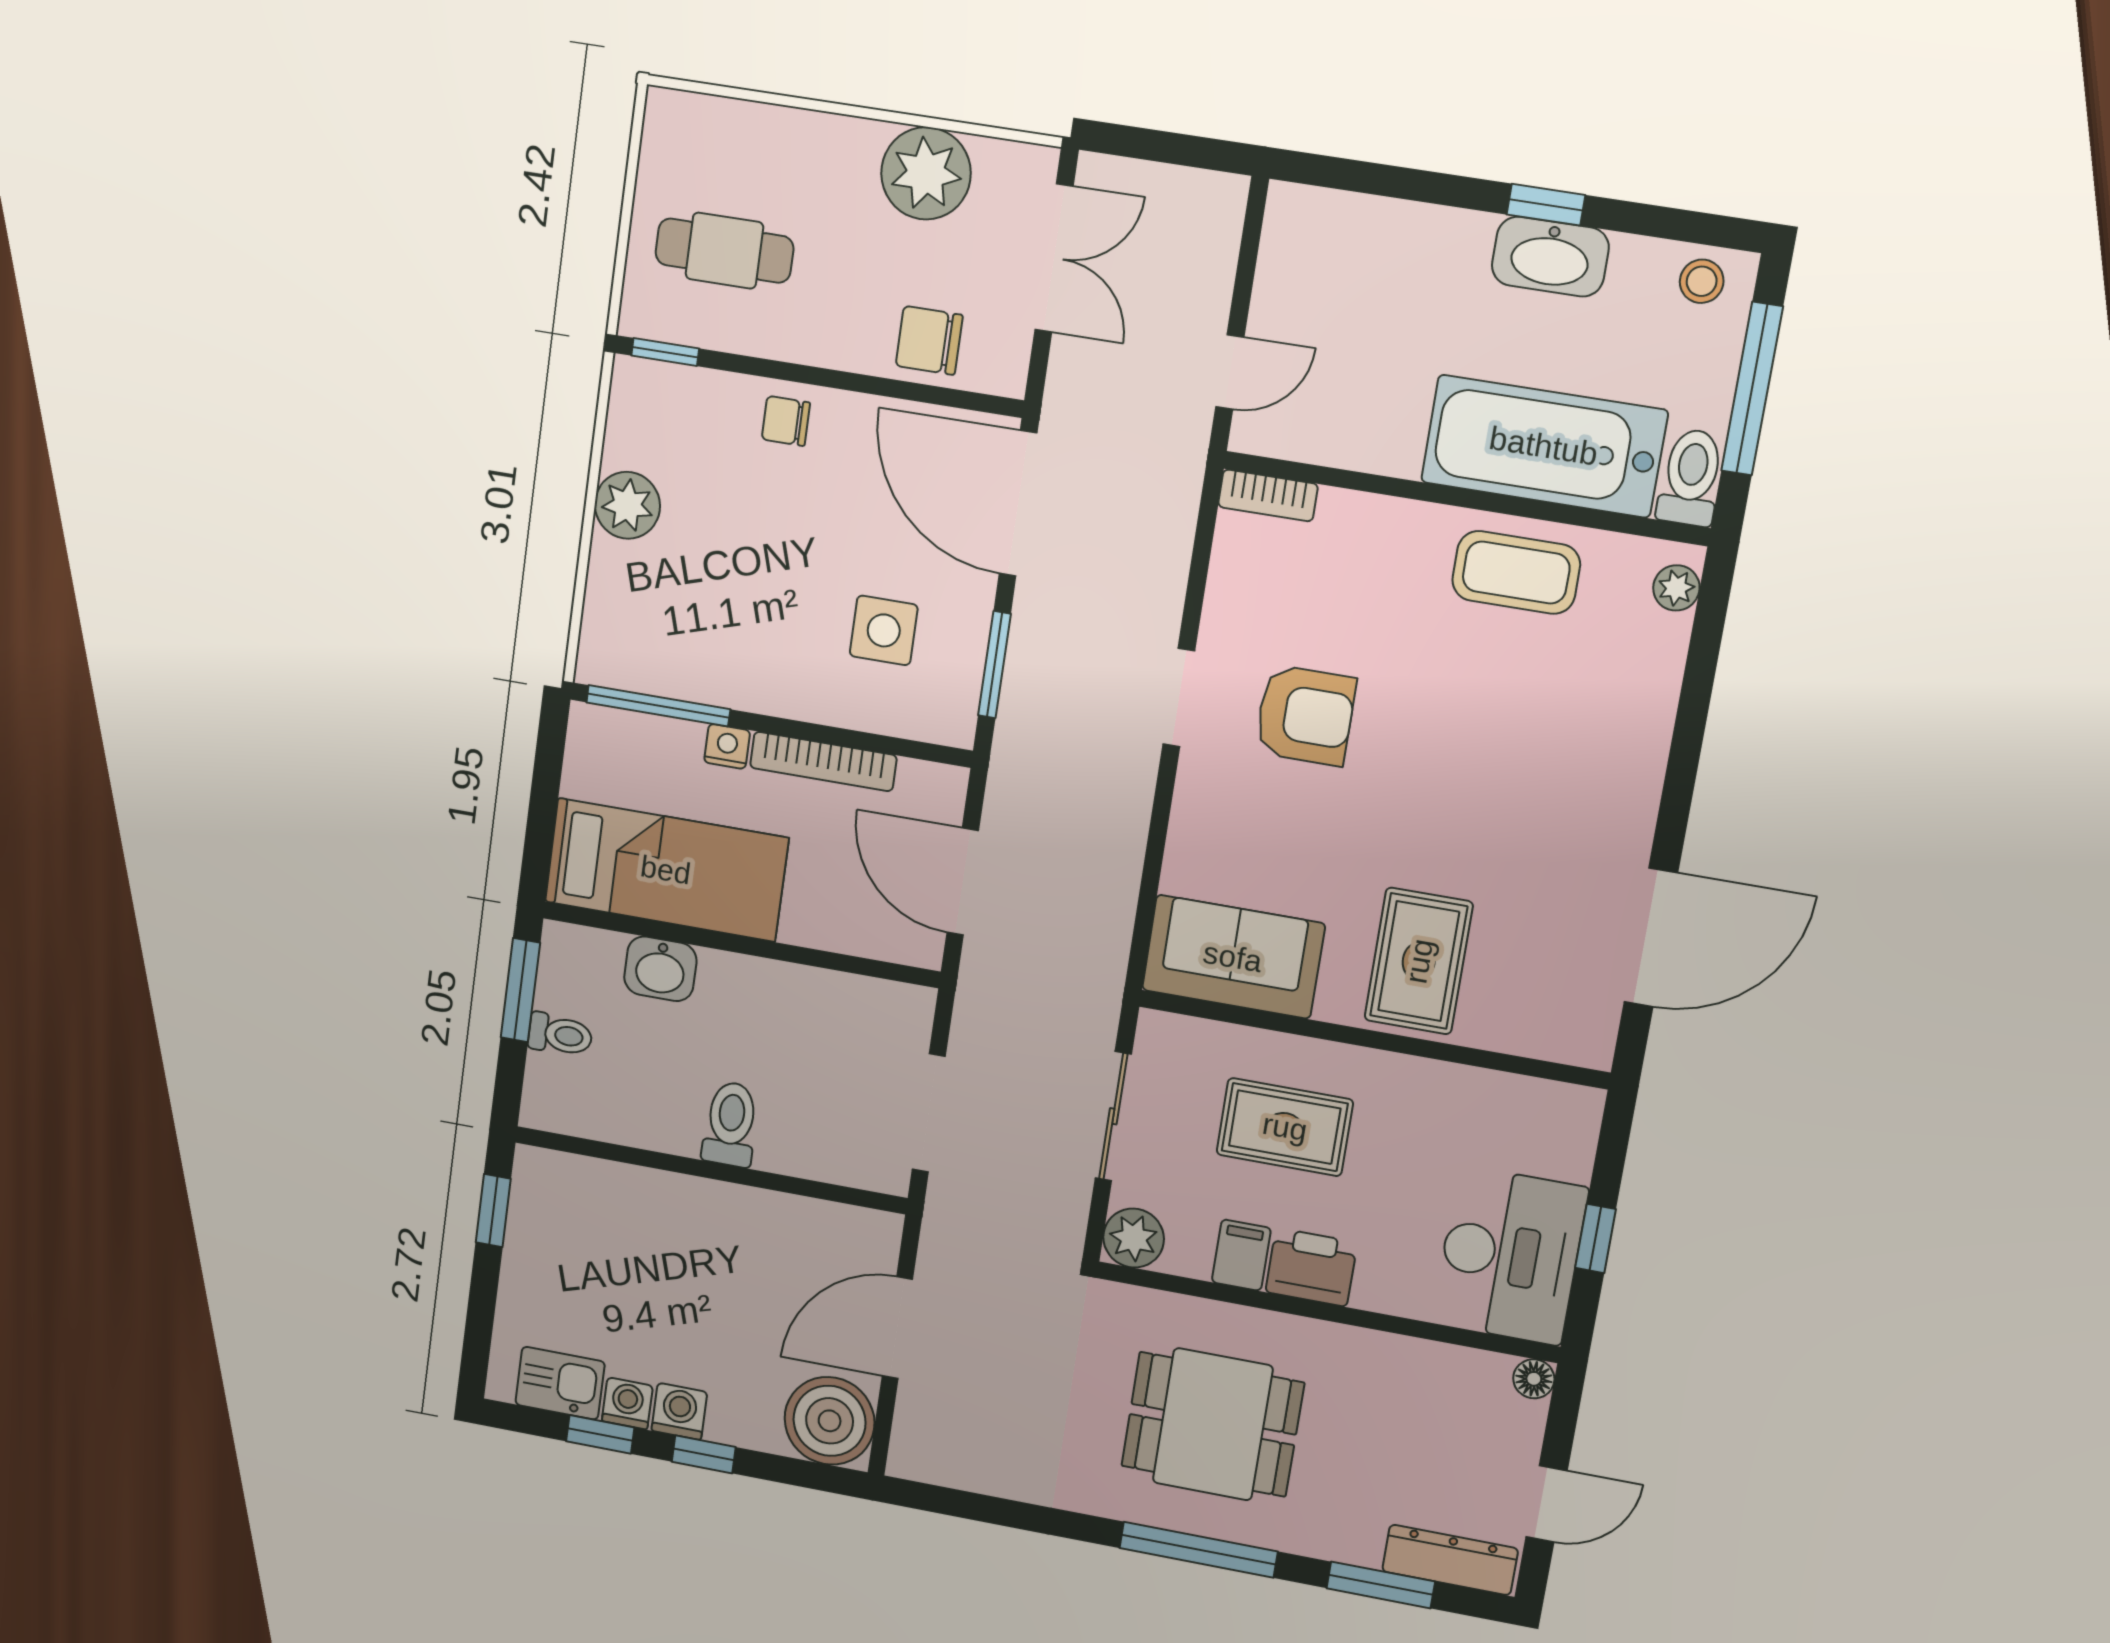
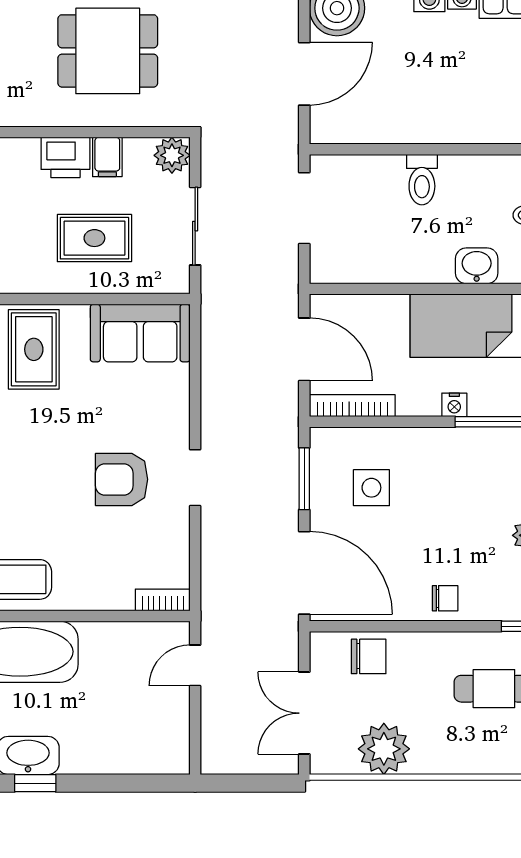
bookcase: (823, 762) -> (352, 406), moved

